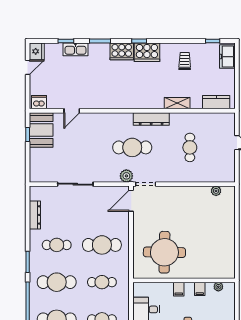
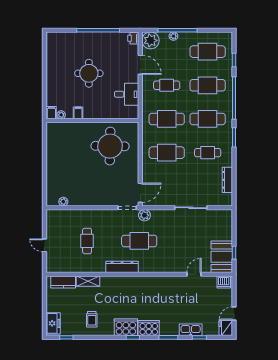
shelving: (177, 103) -> (88, 281), moved
cafe table: (102, 282) -> (167, 119), width x1.37, depth x1.35
filing cabinet: (179, 289) -> (51, 113), moved

